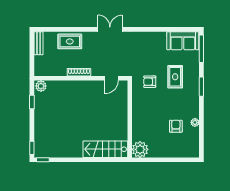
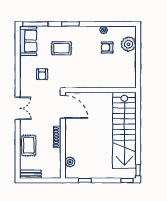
double door: (110, 29) -> (18, 108), swing flipped
door: (112, 78) -> (63, 107), width x1.87
armchair: (150, 82) -> (42, 74), moved
plant: (41, 86) -> (70, 162), moved
stairs: (105, 149) -> (124, 130), width x1.86, depth x1.51
plant: (140, 149) -> (128, 44), moved

